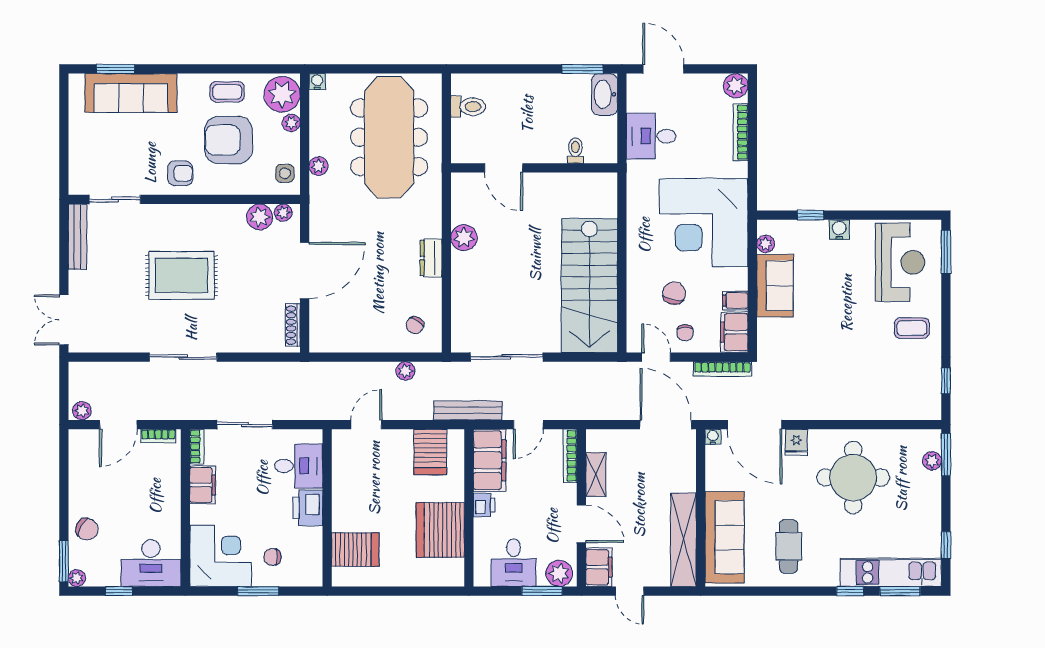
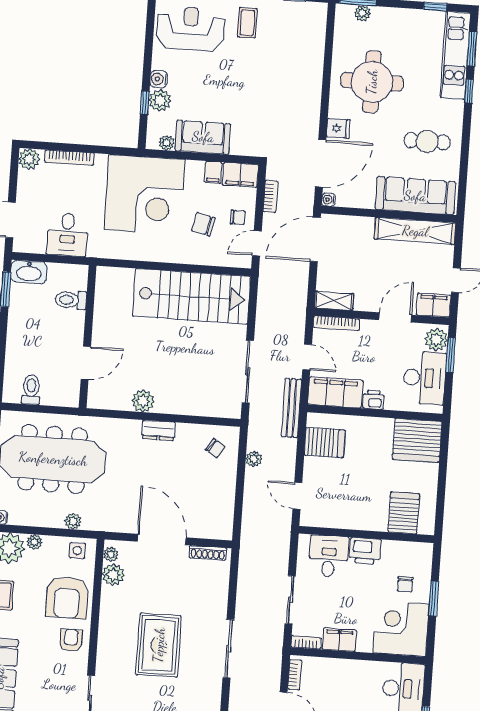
armchair: (228, 140) -> (67, 597), moved
toilet: (575, 151) -> (71, 300), width x1.37, depth x1.39
plant: (814, 233) -> (160, 100), added
bookcase: (722, 369) -> (270, 196), width x0.64
shelving: (596, 474) -> (334, 301), moved
server rack: (440, 530) -> (417, 440), moved
desk: (514, 563) -> (424, 378), width x1.37

